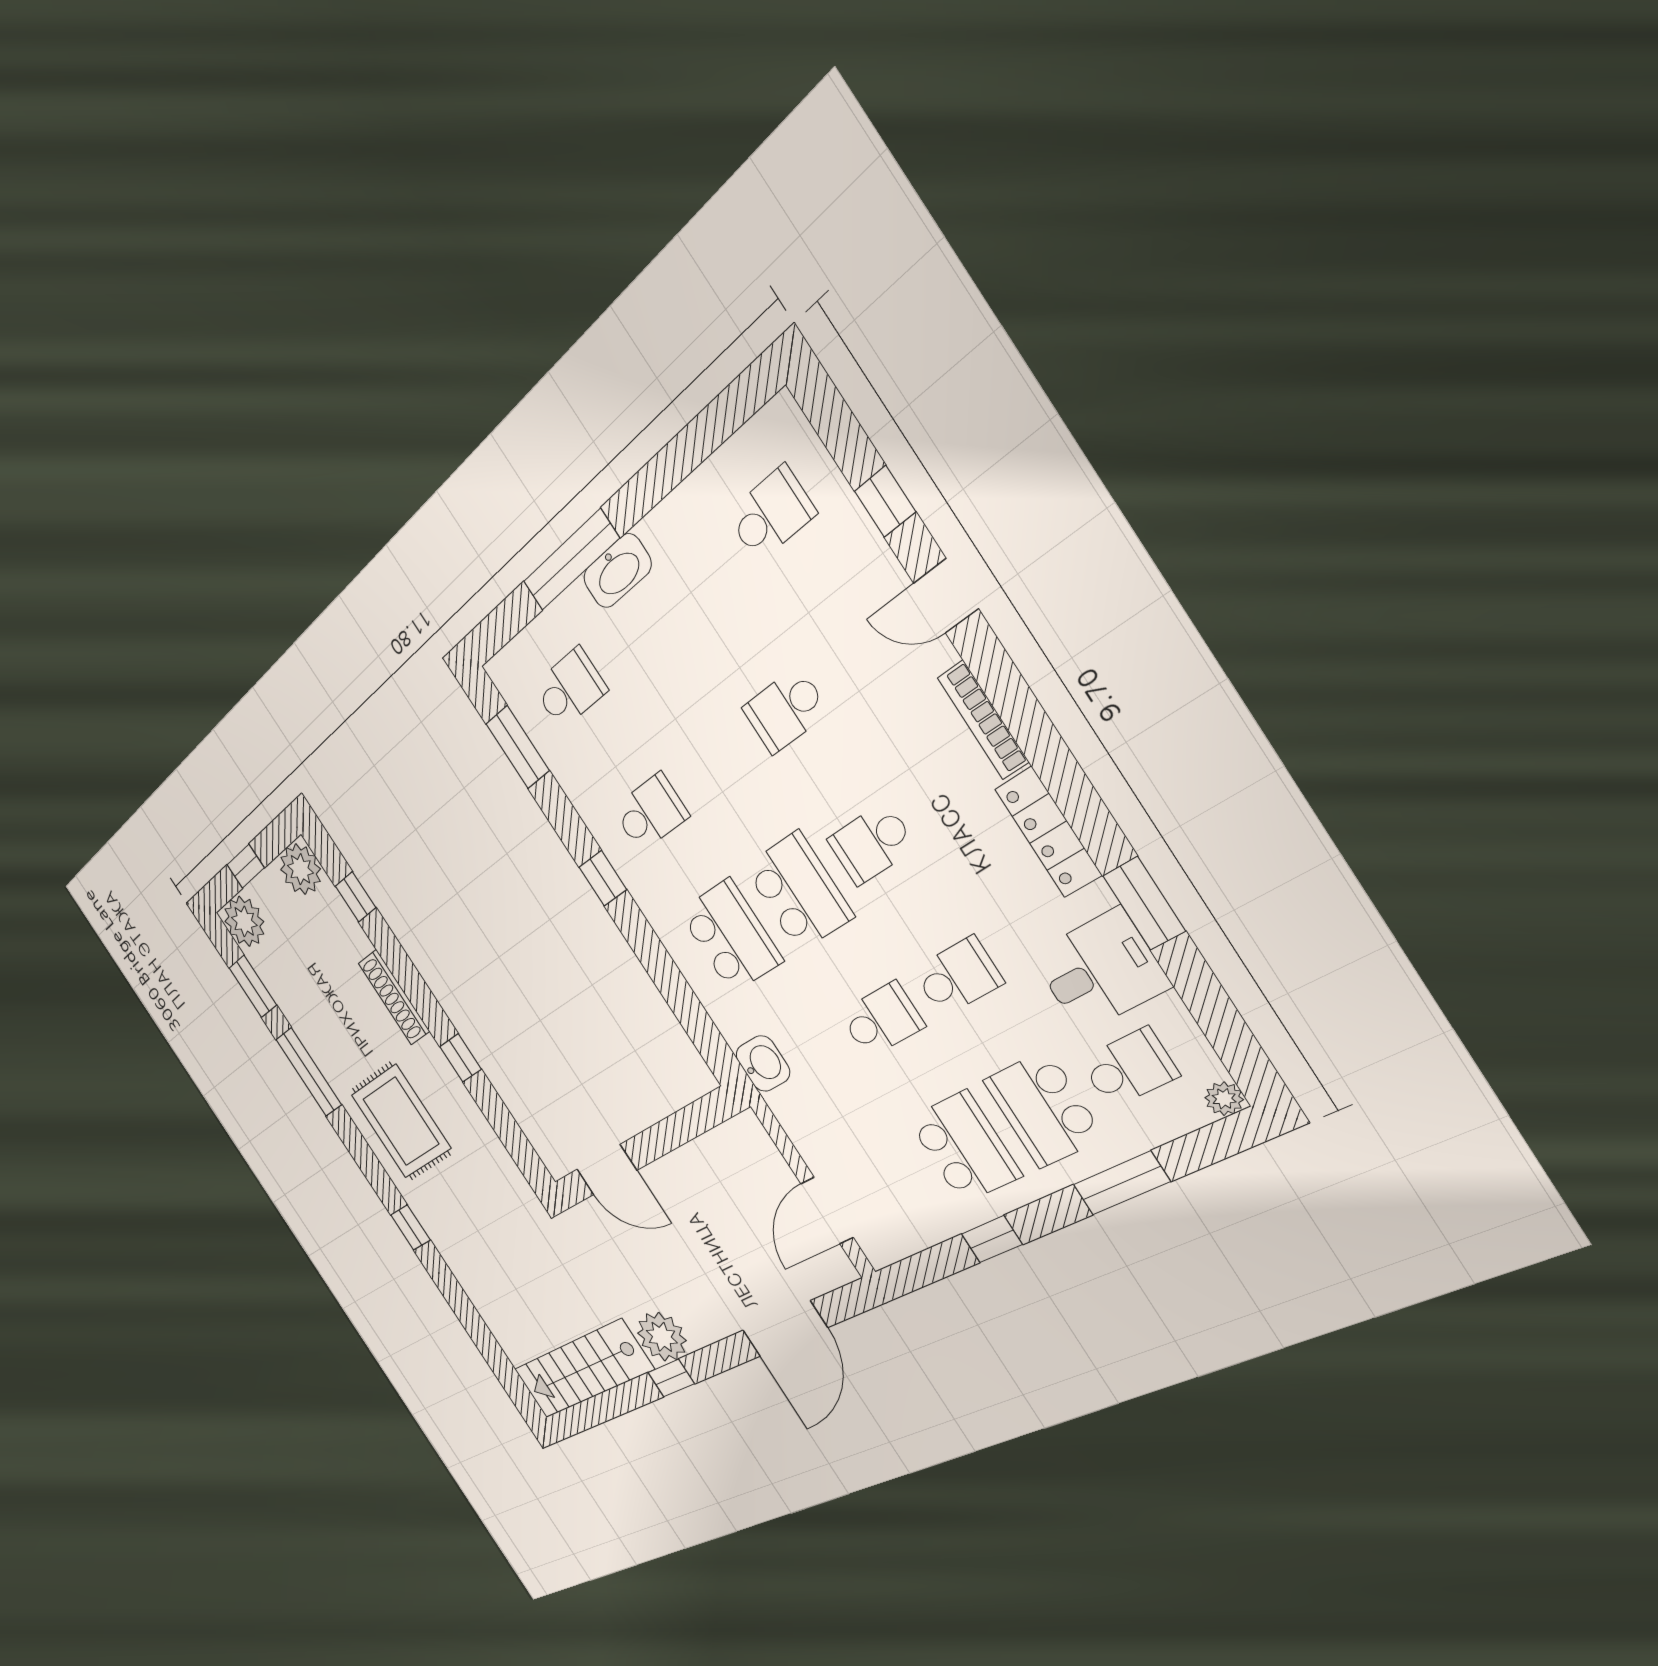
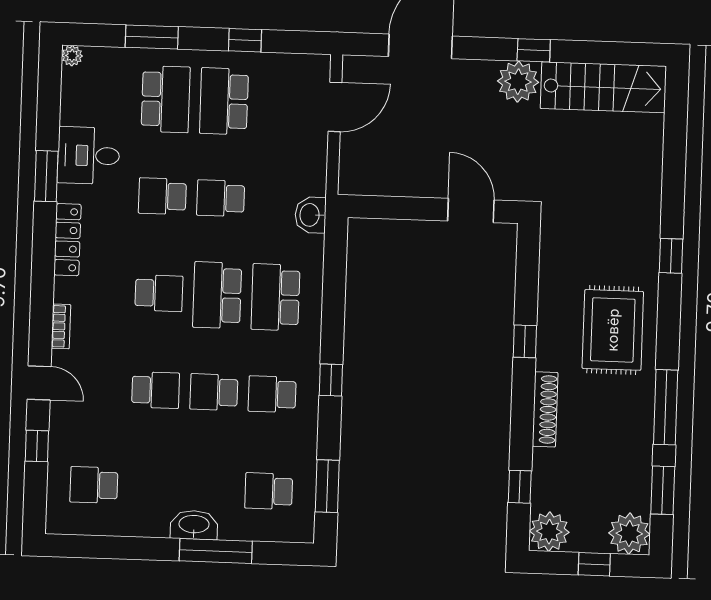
bookcase: (983, 720) -> (61, 326), width x0.64
school desk: (1129, 1068) -> (214, 392), moved

